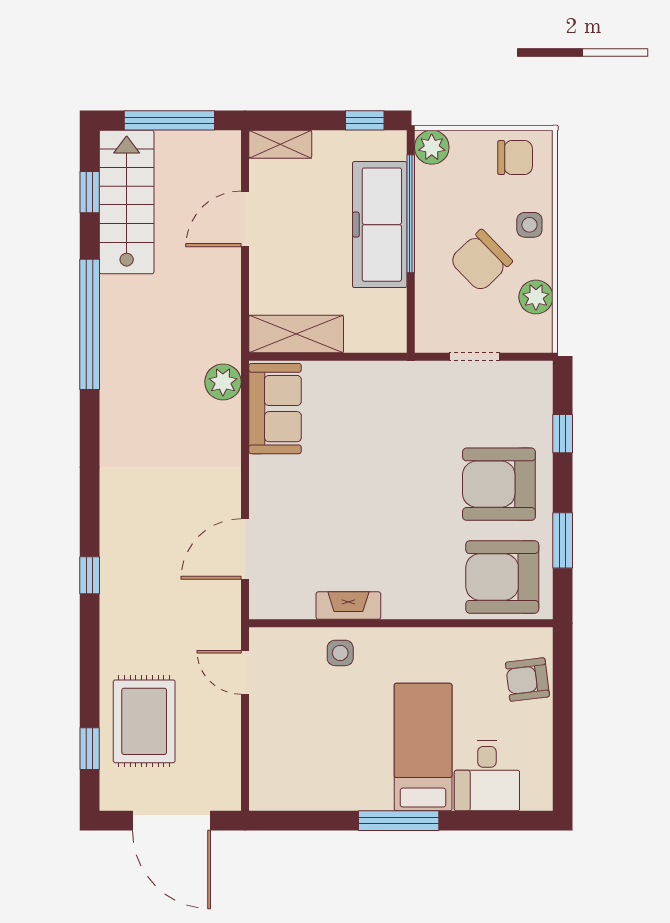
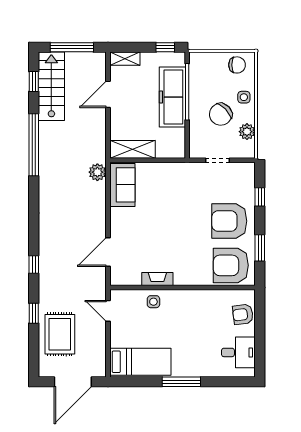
plant: (432, 147) -> (197, 60), removed
bed: (423, 747) -> (140, 362), moved, turned 90
window: (90, 749) -> (34, 313), moved
desk: (487, 776) -> (238, 352), moved, turned -90
door: (171, 821) -> (73, 382), hinge flipped

